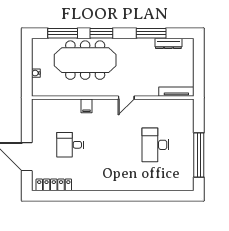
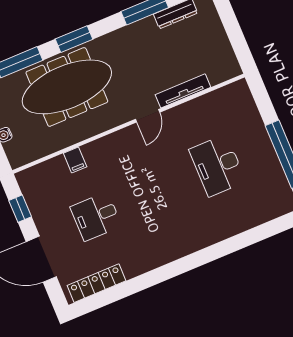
tv unit: (176, 92) -> (183, 91), moved
filing cabinet: (87, 106) -> (75, 160), moved
window: (27, 121) -> (20, 209), added

